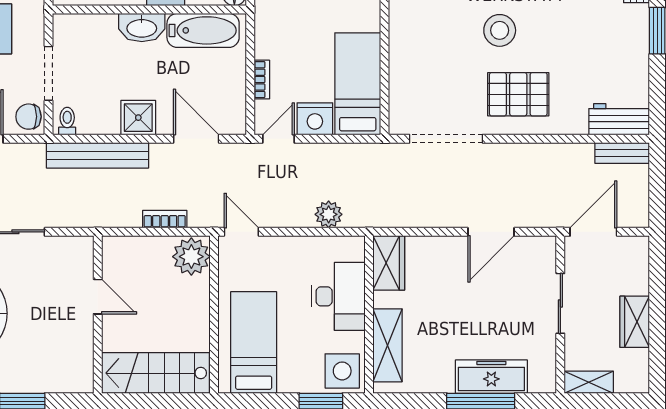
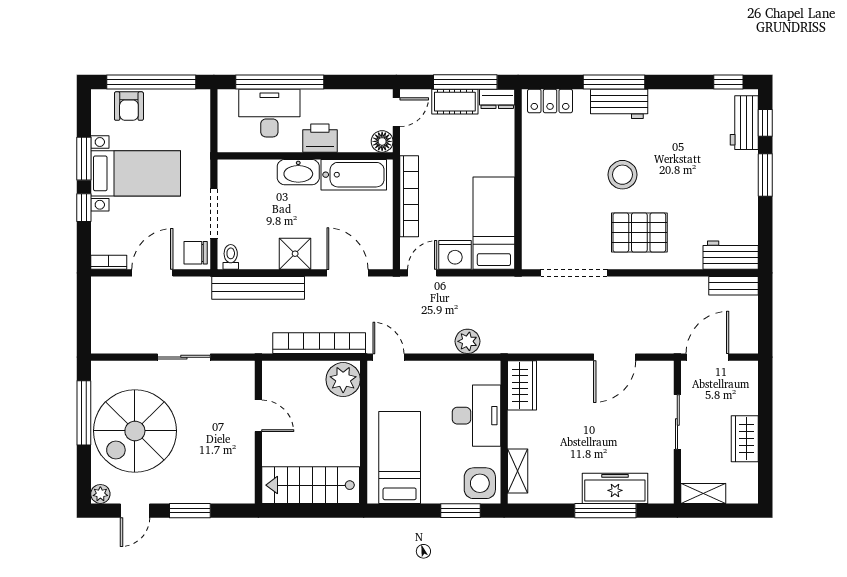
bookcase: (262, 80) -> (409, 196), width x2.31, depth x1.31
bookcase: (165, 219) -> (319, 343), width x2.31, depth x1.31
shelving: (388, 345) -> (518, 471), width x0.67, depth x0.75

